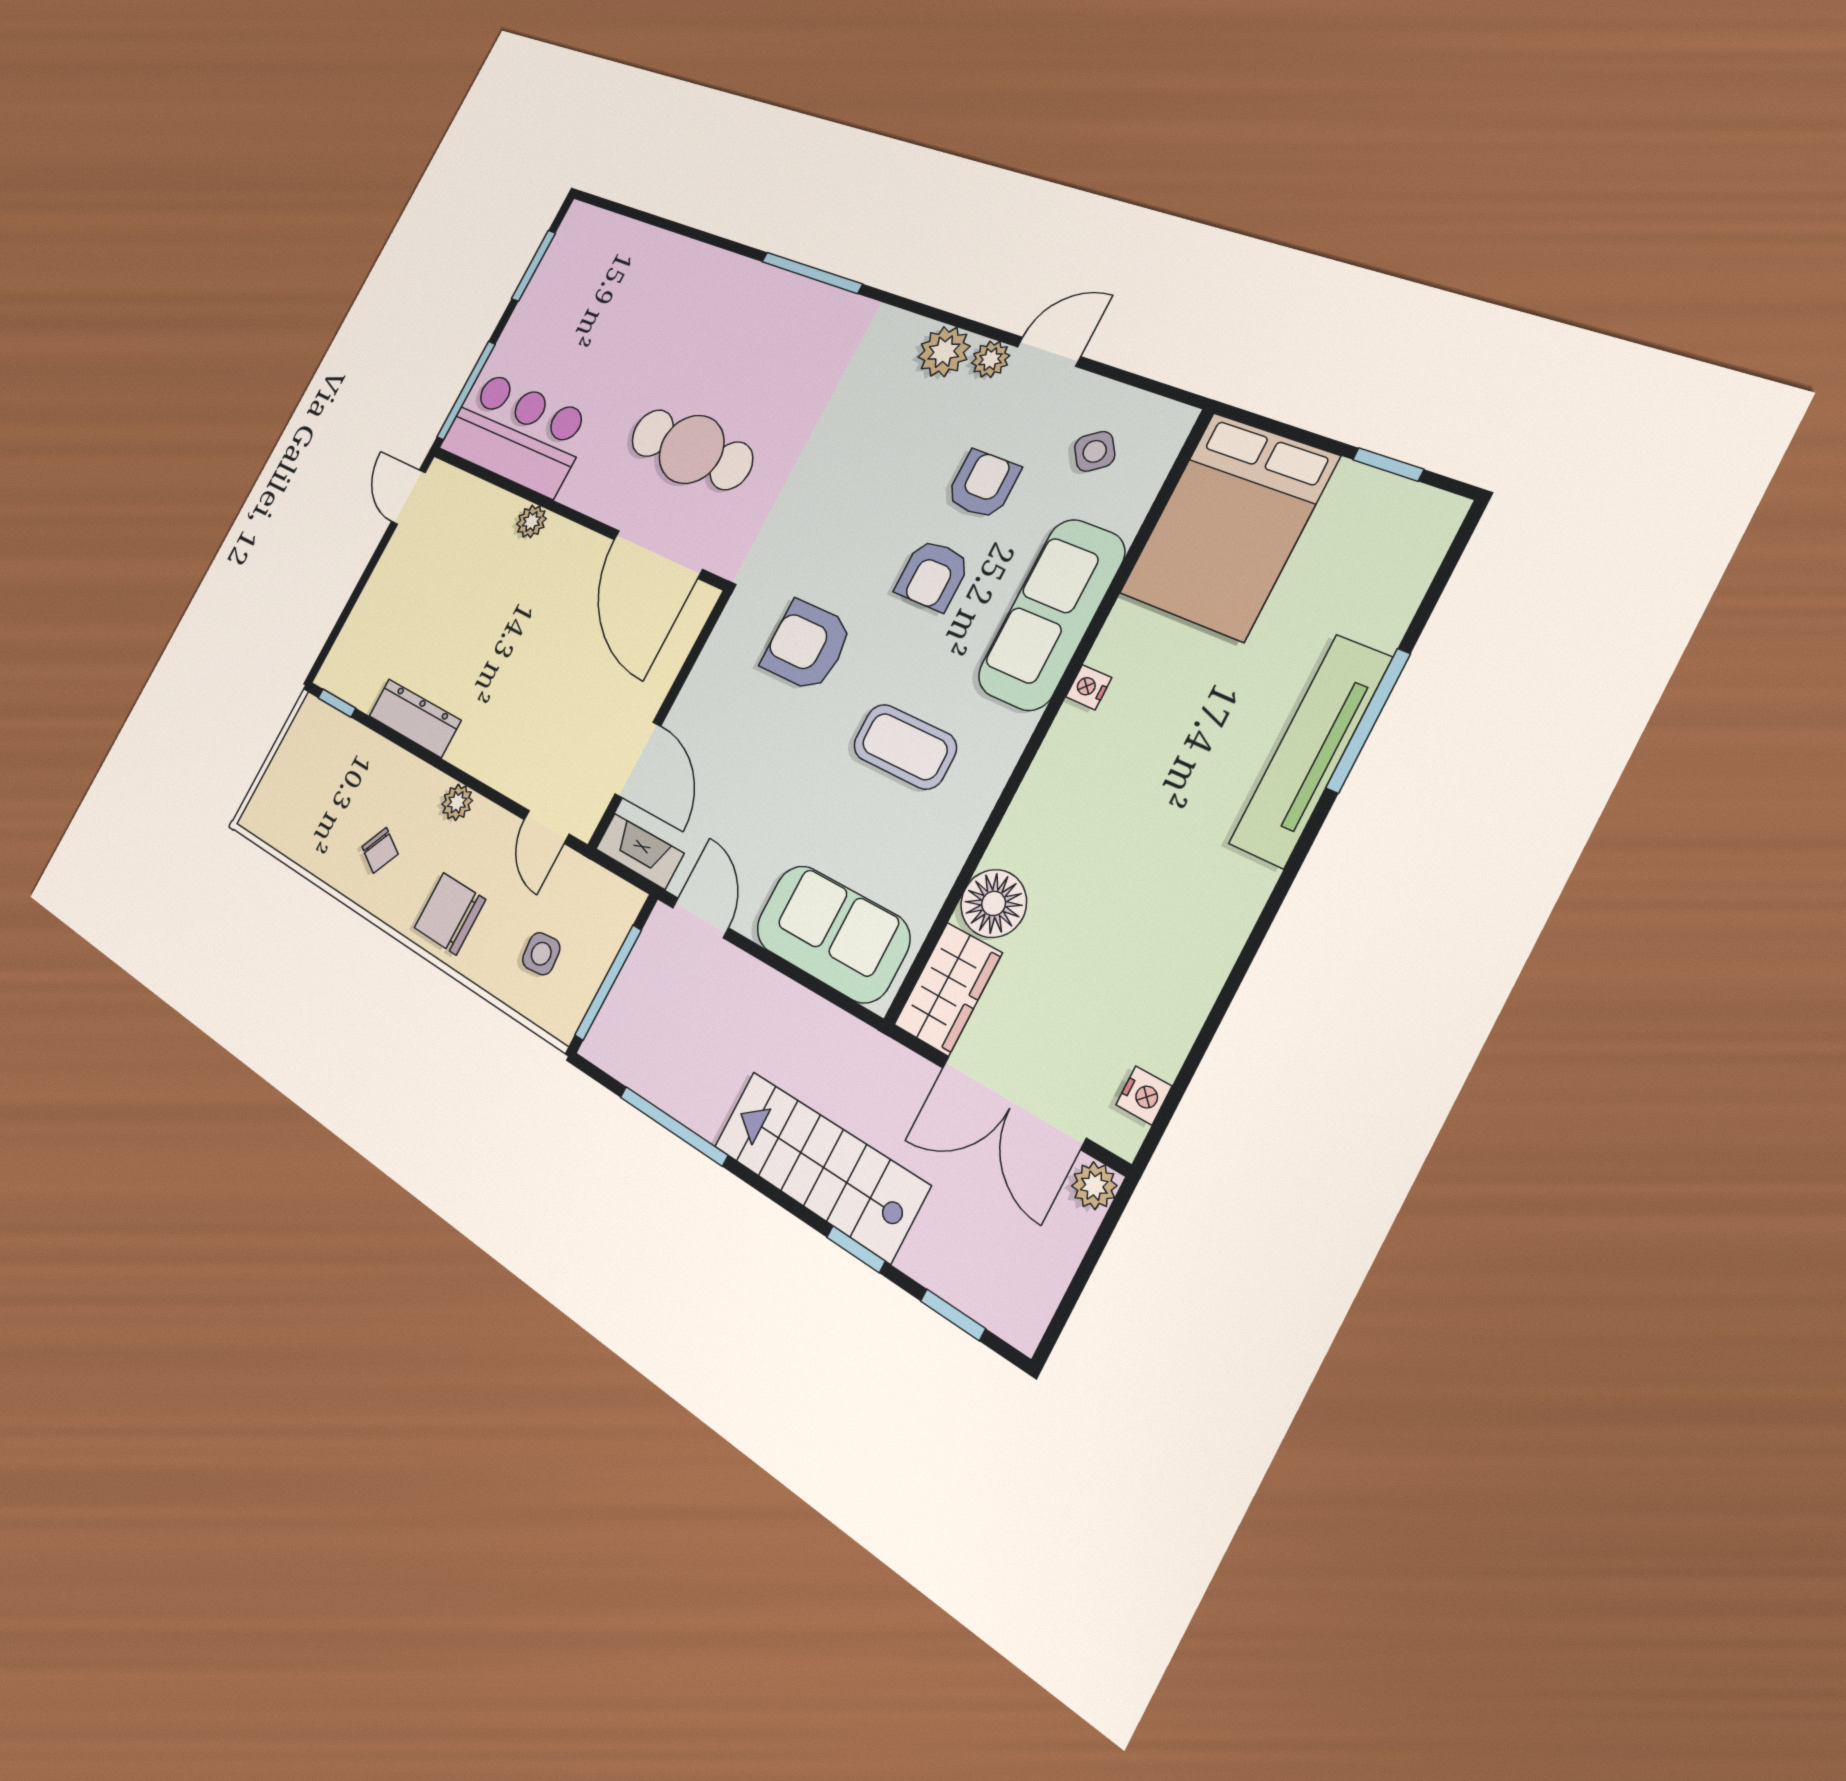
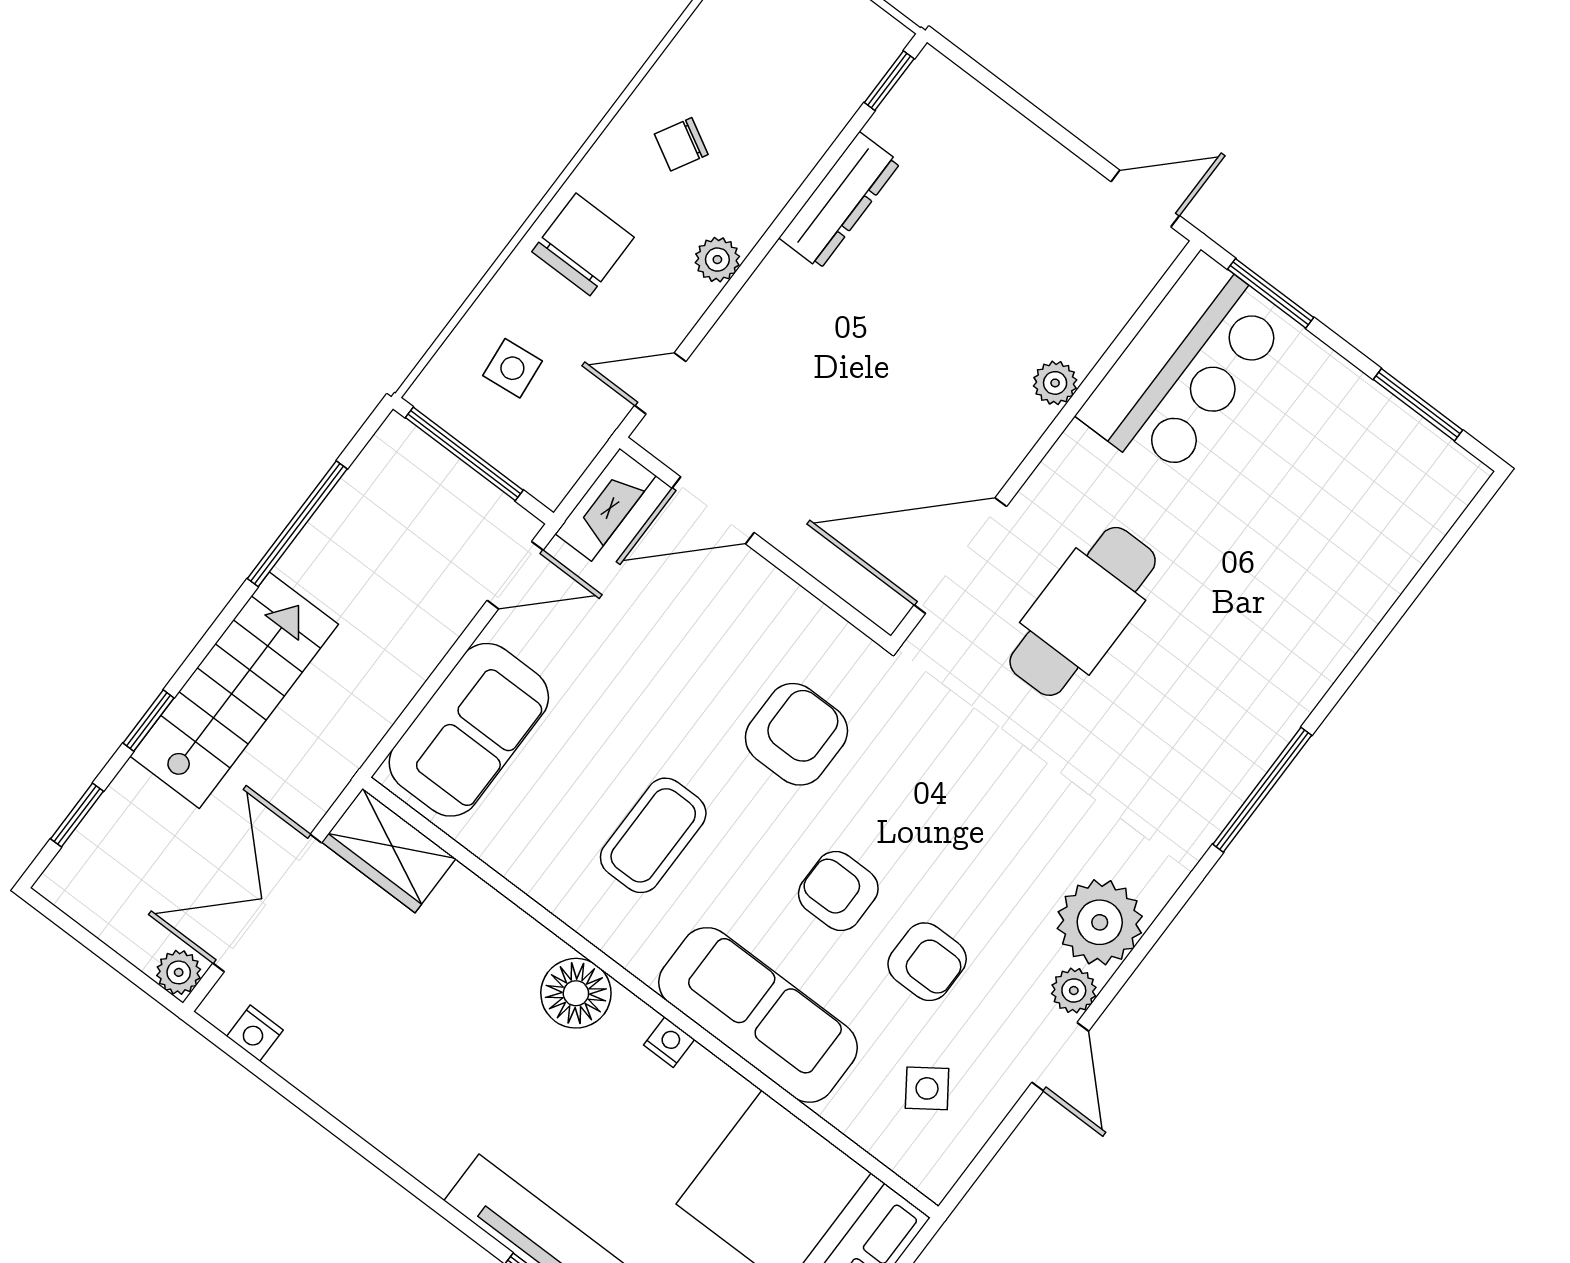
plant: (944, 352) -> (1100, 922), width x1.36, depth x1.36
window: (466, 390) -> (1271, 293), width x0.69
floor lamp: (994, 903) -> (576, 993), moved

